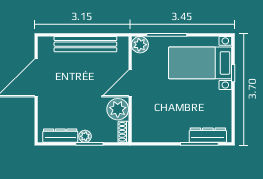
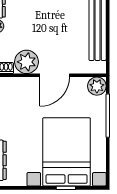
bed with nightstands: (200, 63) -> (67, 152), width x1.36
door: (130, 83) -> (55, 75), swing flipped

